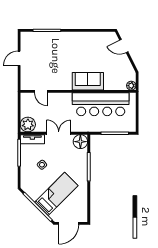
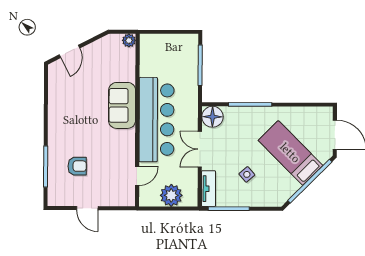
armchair: (47, 51) -> (77, 166), added
bar counter: (101, 104) -> (156, 120), moved
plant: (28, 125) -> (171, 195), moved

